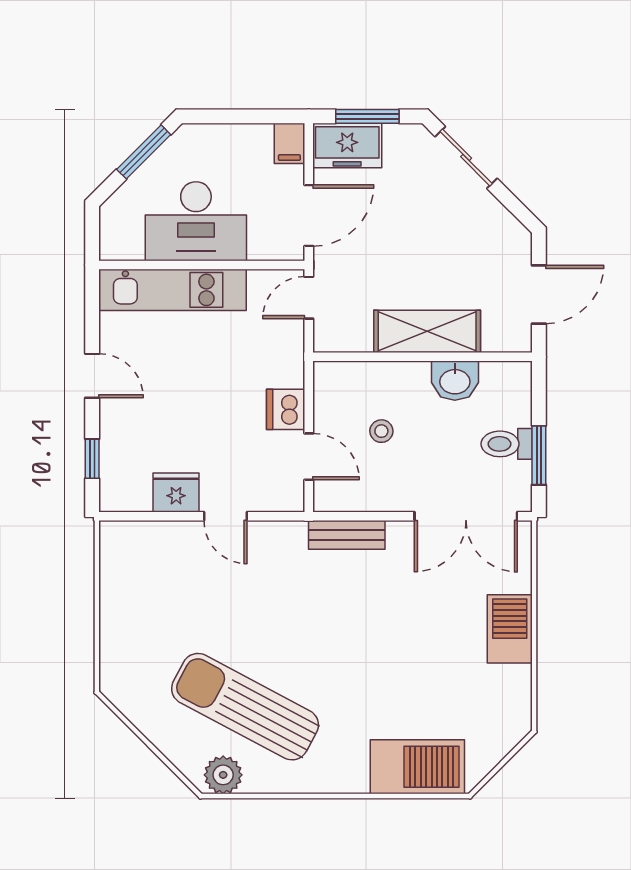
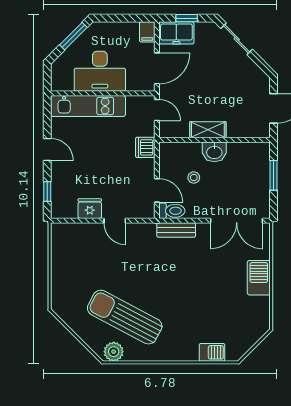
window: (367, 116) -> (187, 18), width x0.67
door: (309, 298) -> (157, 110), swing flipped
shelving: (427, 331) -> (208, 130), width x0.67, depth x0.75
washbasin: (455, 381) -> (214, 152), moved
dishwasher: (286, 409) -> (145, 147), moved
toilet: (507, 444) -> (172, 211), moved, turned 180
window: (539, 455) -> (274, 175), moved
barbecue: (417, 767) -> (212, 352), width x0.53, depth x0.65

